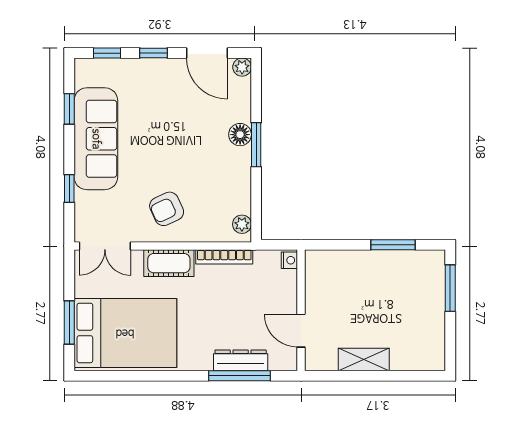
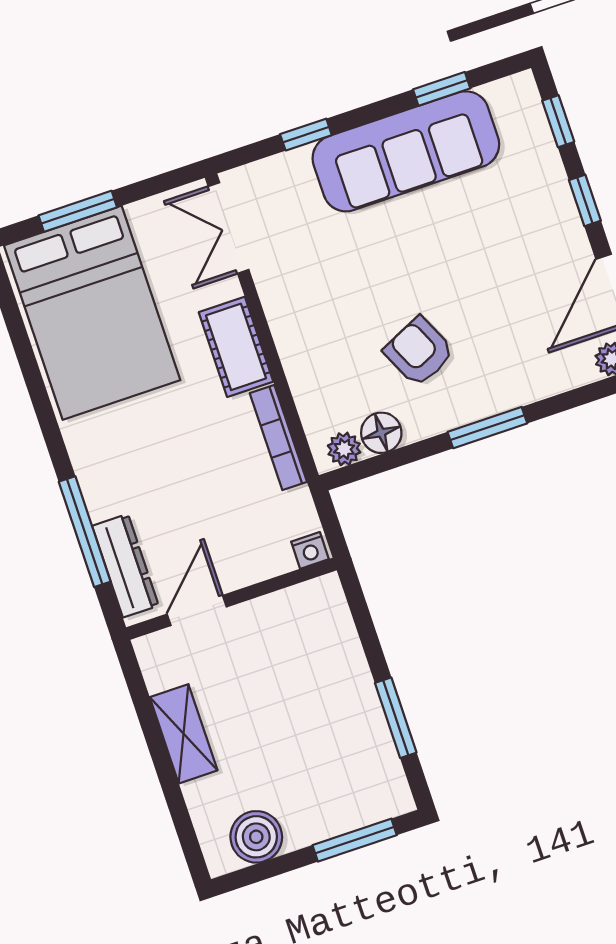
floor lamp: (240, 135) -> (381, 433), moved
armchair: (167, 209) -> (419, 352), moved
boiler: (431, 339) -> (256, 837), added
dresser: (241, 360) -> (125, 566), moved

